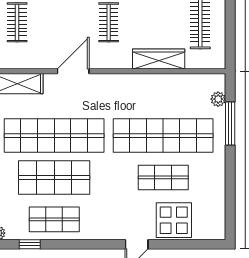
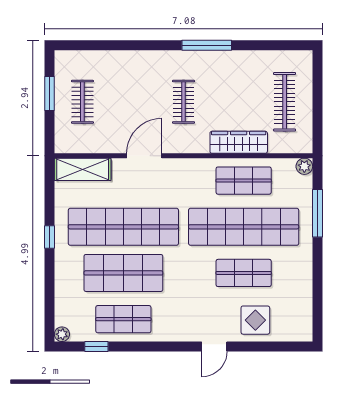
shop shelf: (163, 94) -> (244, 181), added
plant: (218, 99) -> (304, 166), moved
display table: (174, 220) -> (255, 320), width x0.73, depth x0.73

